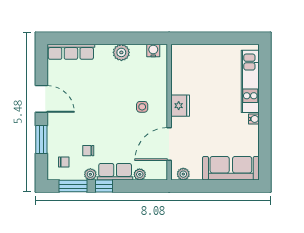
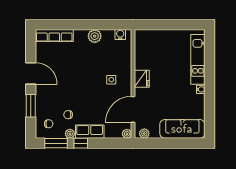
plant: (140, 174) -> (127, 134), moved

